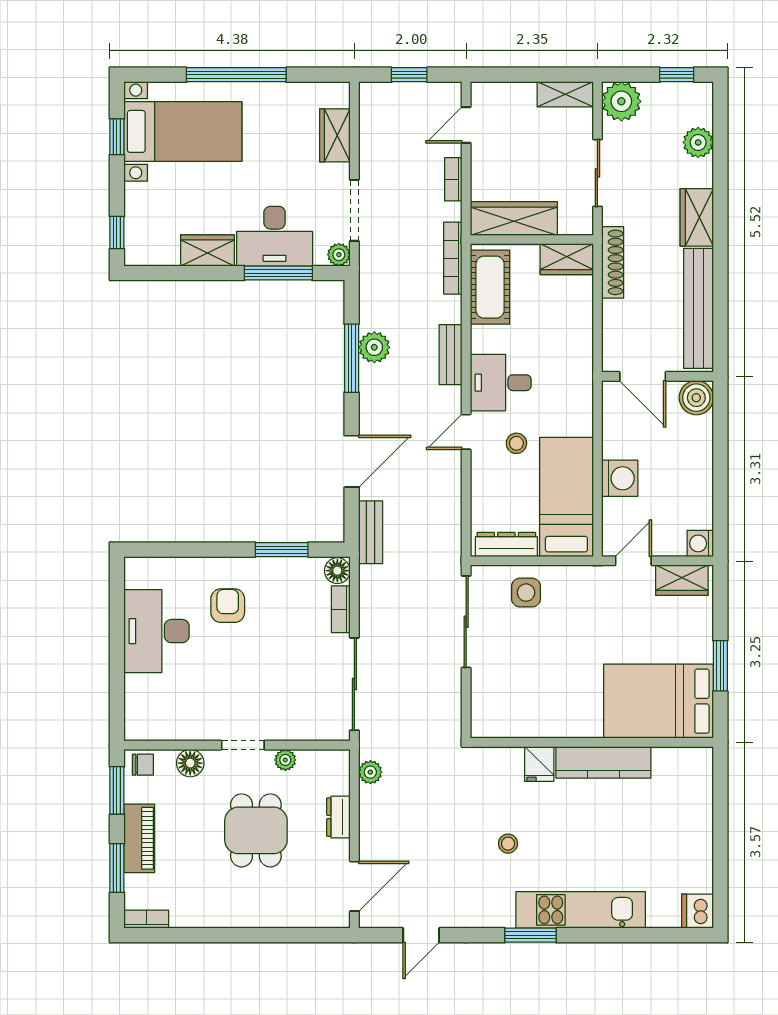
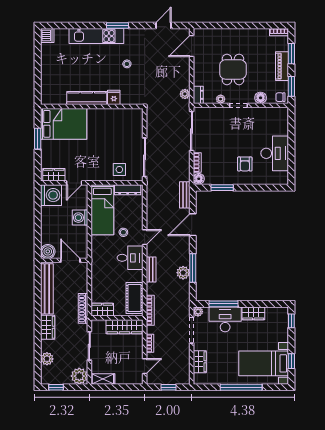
washing machine: (700, 543) -> (51, 195), width x1.89, depth x1.89
dresser: (338, 817) -> (198, 95), moved

